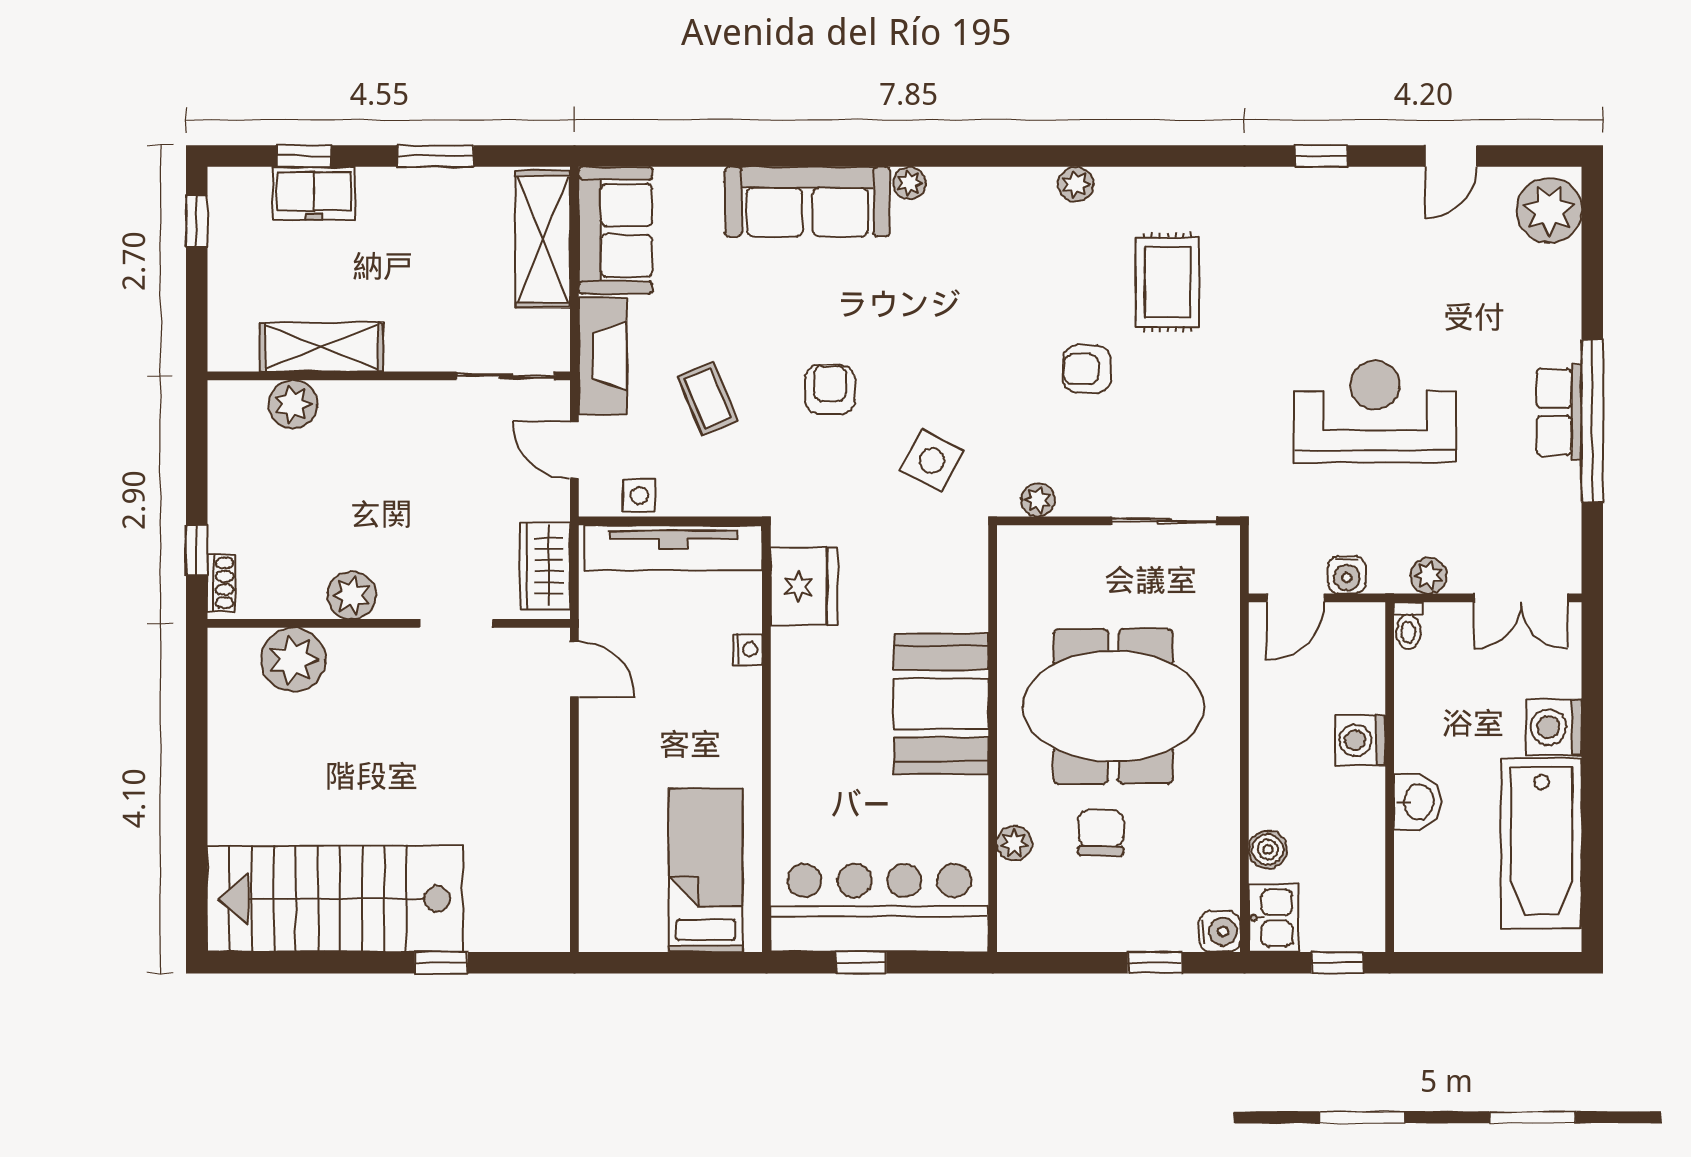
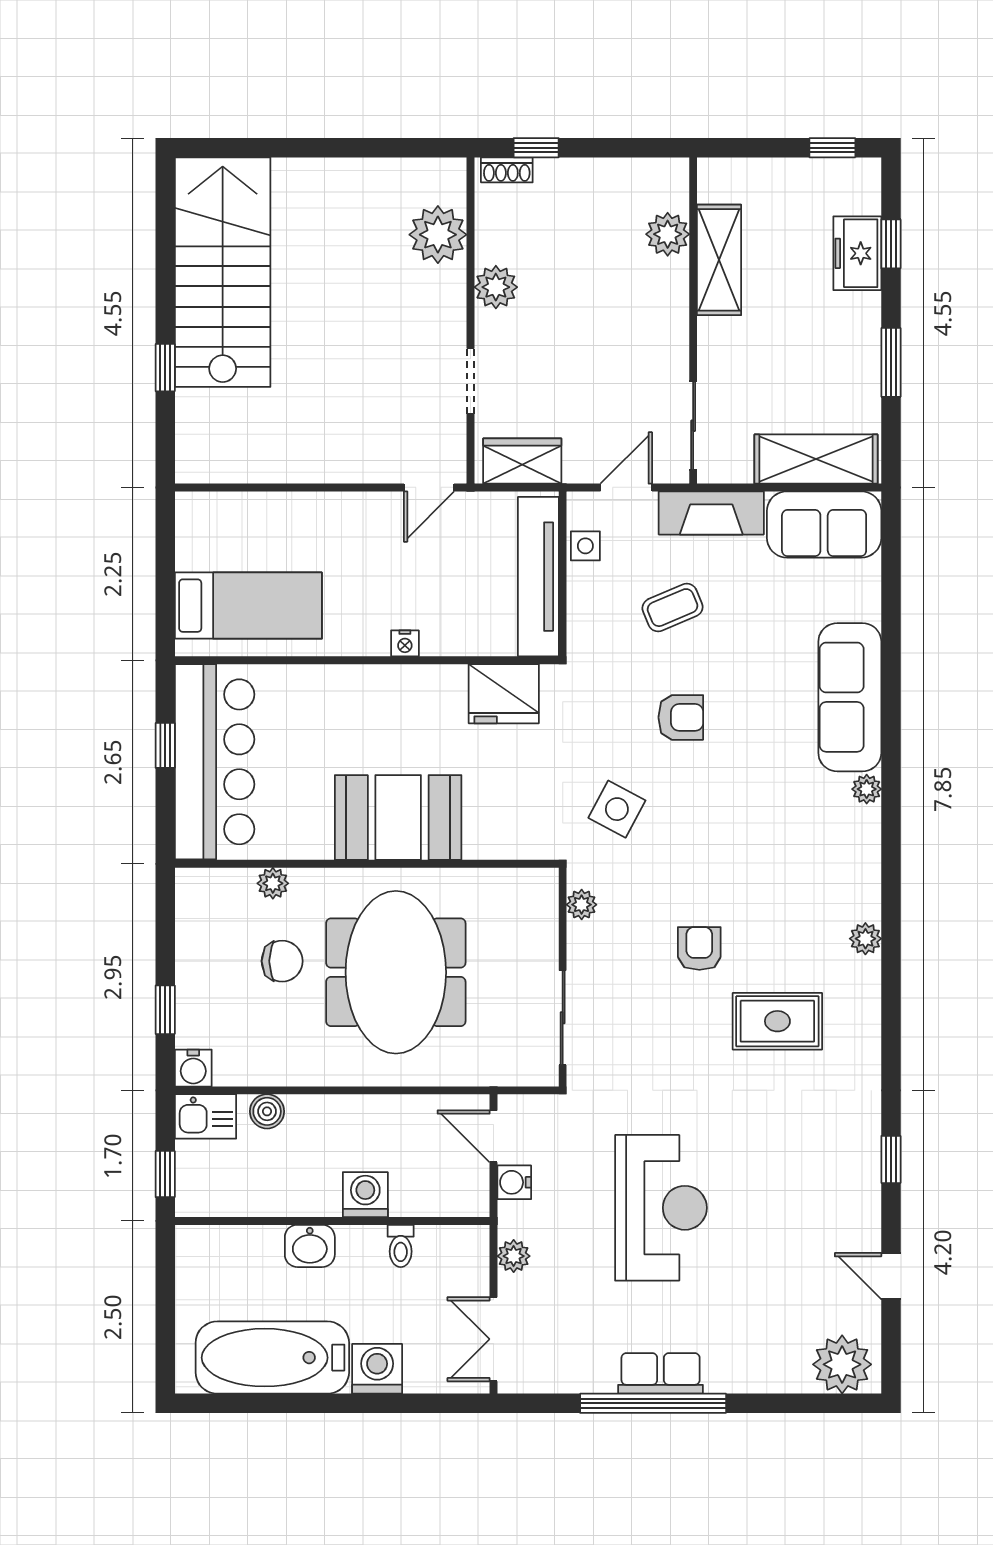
toilet: (1408, 626) -> (401, 1246), moved, turned -90
nightstand: (748, 649) -> (405, 643), moved

